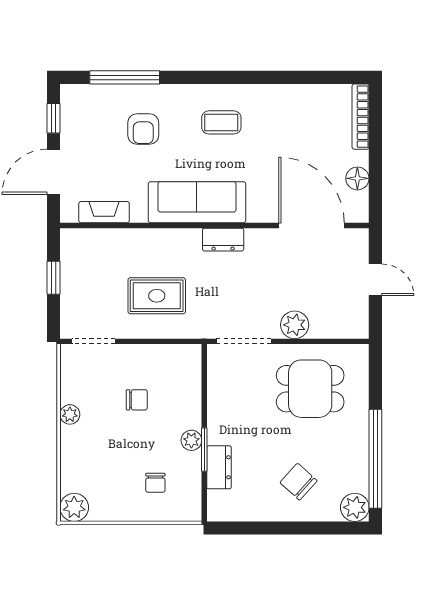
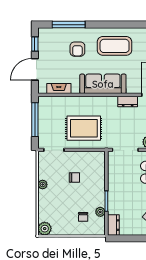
coffee table: (221, 122) -> (115, 46), width x1.86, depth x1.72
dresser: (223, 240) -> (128, 102), moved
window: (54, 278) -> (35, 120), width x2.17
rug: (157, 296) -> (84, 128), width x1.36, depth x1.43
plant: (191, 440) -> (100, 212), moved
dresser: (219, 467) -> (113, 225), moved

